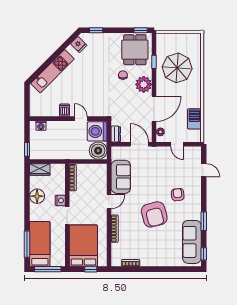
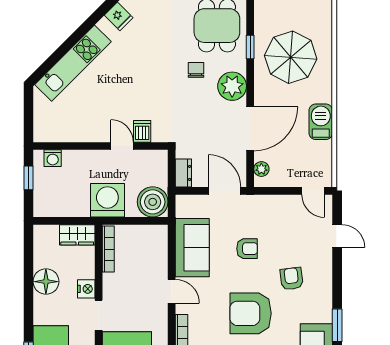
dishwasher: (64, 110) -> (142, 131), moved
barbecue: (194, 119) -> (321, 122), moved
washing machine: (97, 131) -> (107, 200), moved, turned 90
door: (177, 144) -> (313, 191), moved
window: (27, 149) -> (29, 178), moved
wardrobe: (40, 169) -> (77, 235), moved
armchair: (152, 177) -> (247, 249), added
door: (109, 202) -> (172, 291), hinge flipped
armchair: (154, 214) -> (251, 313), turned 105

